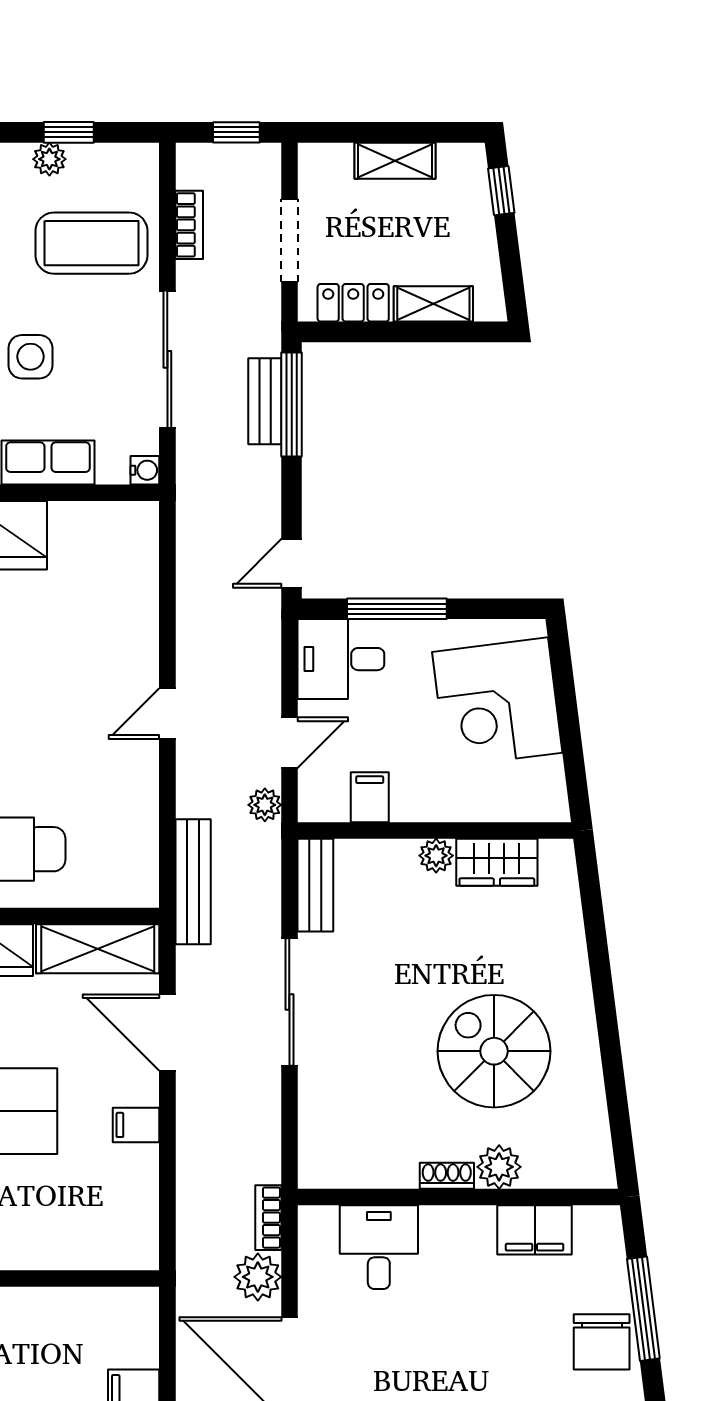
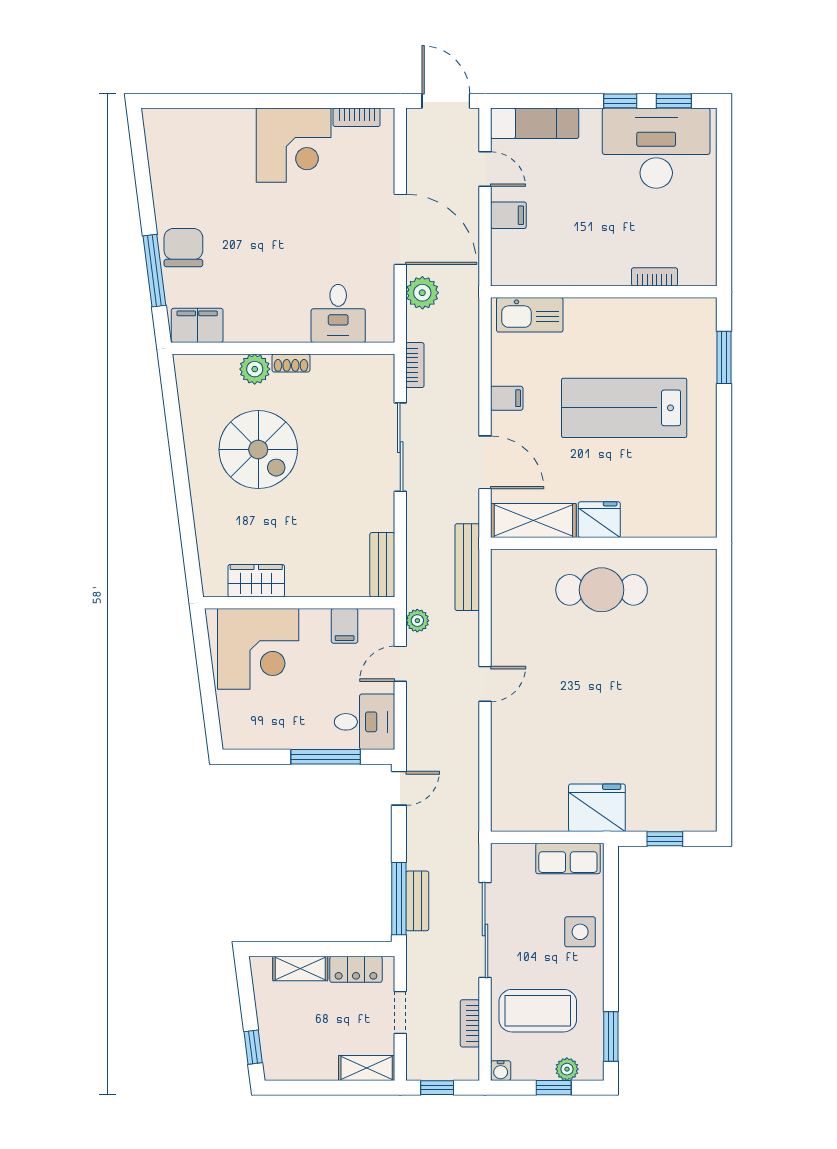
shelving: (395, 161) -> (367, 1068), moved
doorway: (289, 241) -> (400, 1012), width x0.73
water cooler: (145, 470) -> (501, 1071), moved, turned -90
corner desk: (497, 702) -> (258, 649), moved, turned 97
plant: (436, 856) -> (298, 585), removed
sliding door: (289, 1002) -> (400, 447), moved
bookcase: (268, 1218) -> (415, 365), moved
filing cabinet: (535, 1230) -> (197, 325), moved
kitchen sink: (103, 1245) -> (530, 315), added

